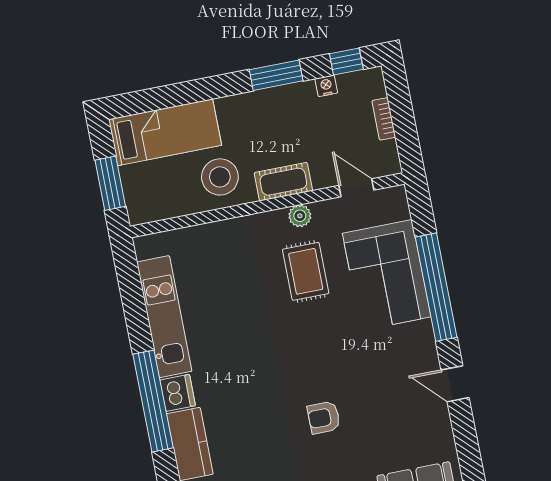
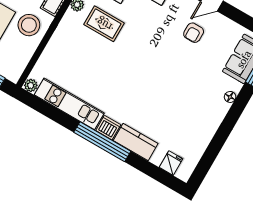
plant: (145, 247) -> (31, 85), added
armchair: (324, 418) -> (194, 33), moved

